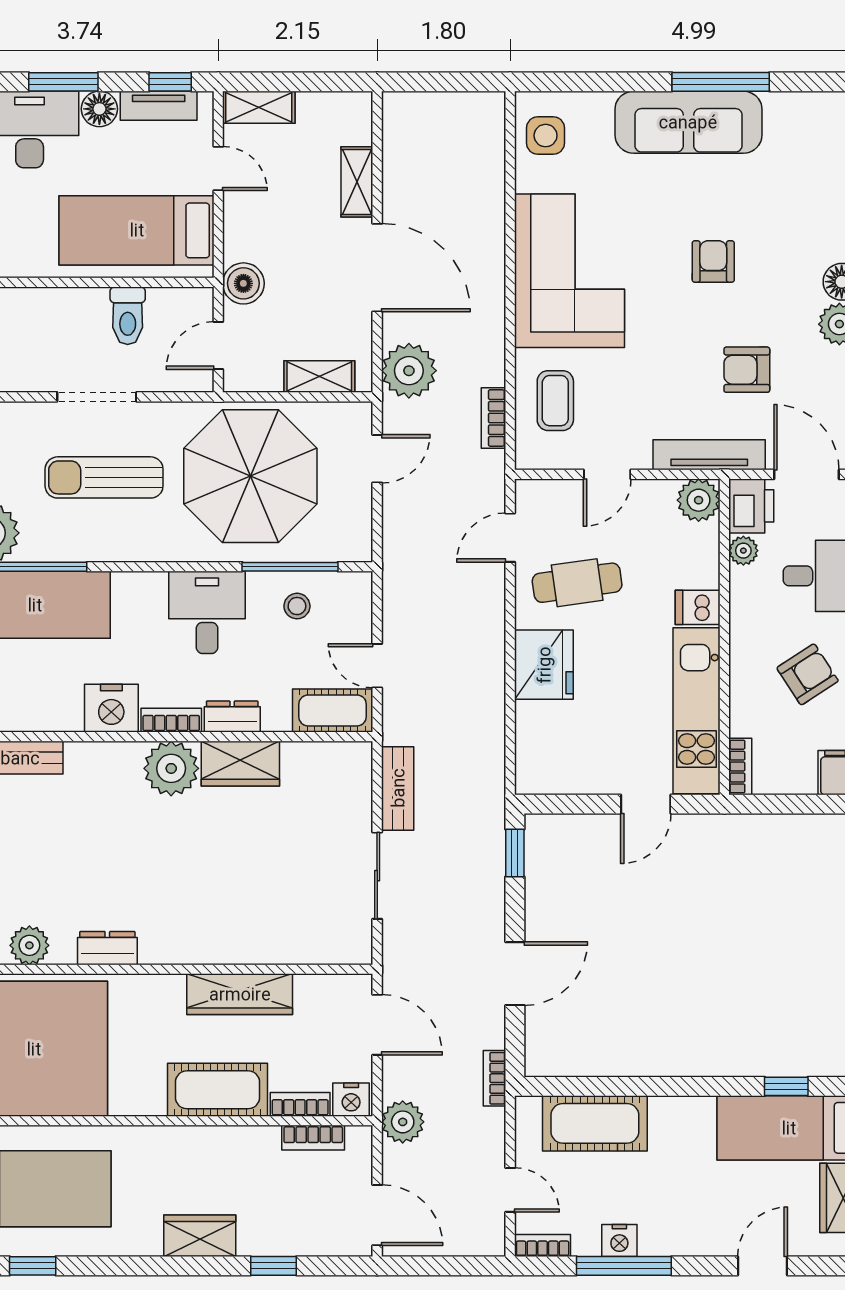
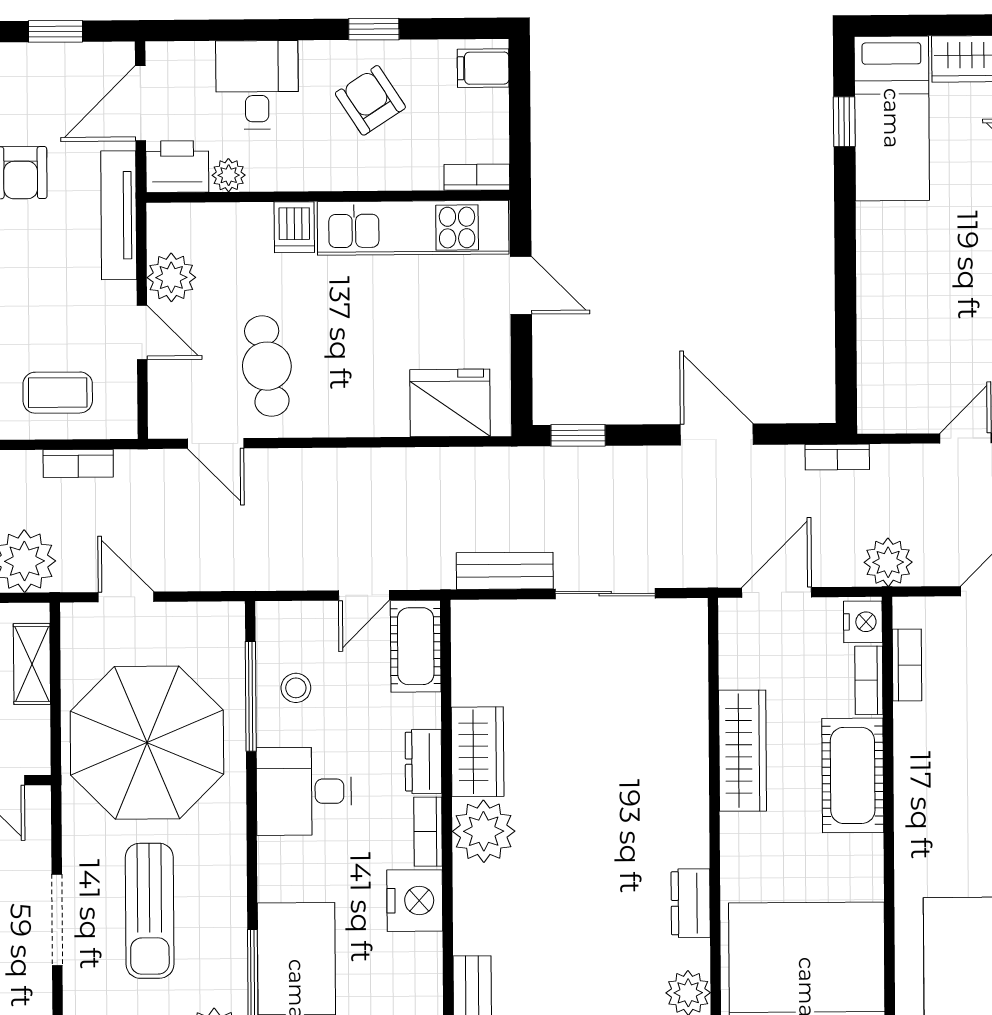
plant: (699, 500) -> (171, 277), moved
fridge: (544, 665) -> (450, 403), moved
cot: (595, 1123) -> (888, 341), removed

